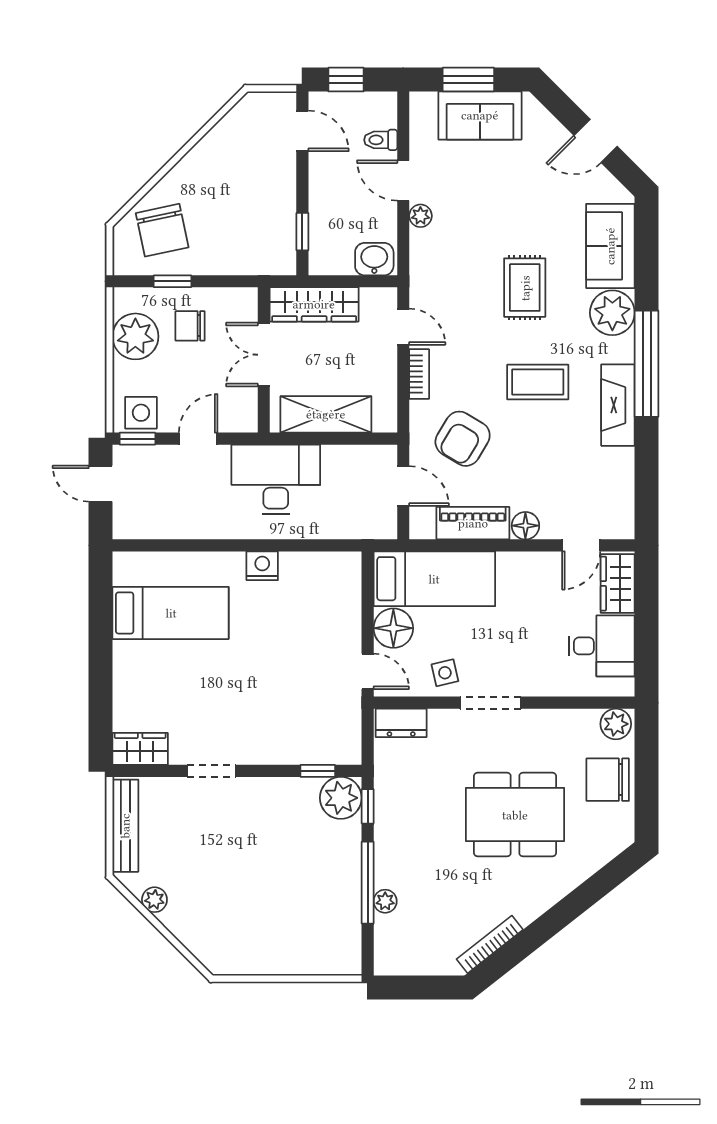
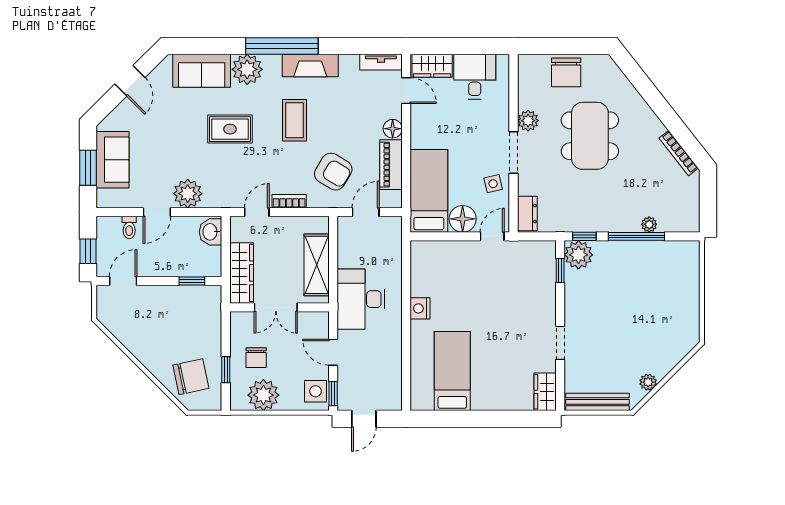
plant: (420, 216) -> (188, 194), width x1.88, depth x1.88
tv unit: (623, 508) -> (381, 62), added
plant: (616, 724) -> (528, 121), moved

